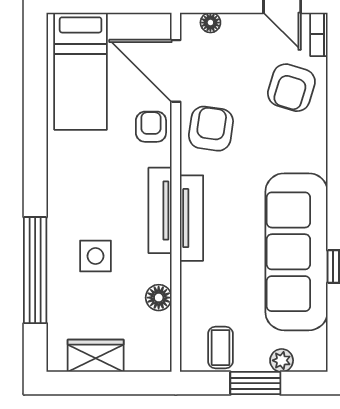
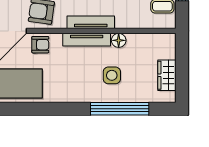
armchair: (151, 127) -> (40, 45), turned 180
floor lamp: (159, 298) -> (119, 40), moved

